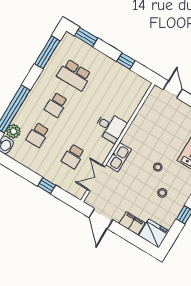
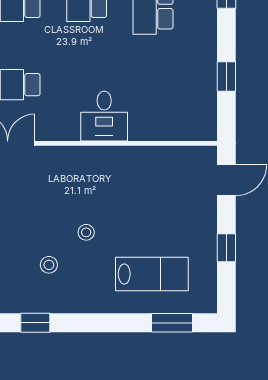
kitchen sink: (119, 157) -> (64, 159), removed

